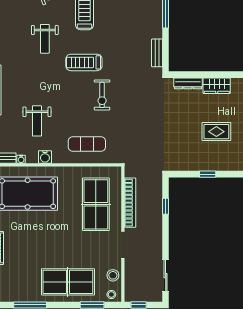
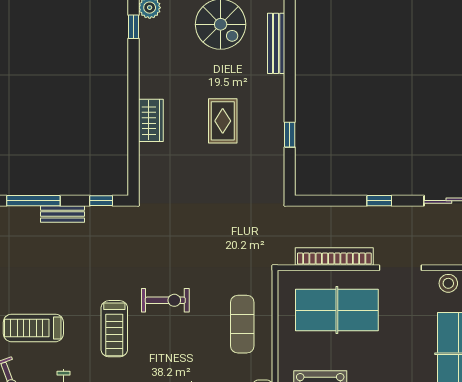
bench: (157, 53) -> (62, 214), moved
window: (166, 54) -> (101, 201), added
dresser: (188, 83) -> (147, 166), removed
window: (166, 206) -> (379, 201), moved

